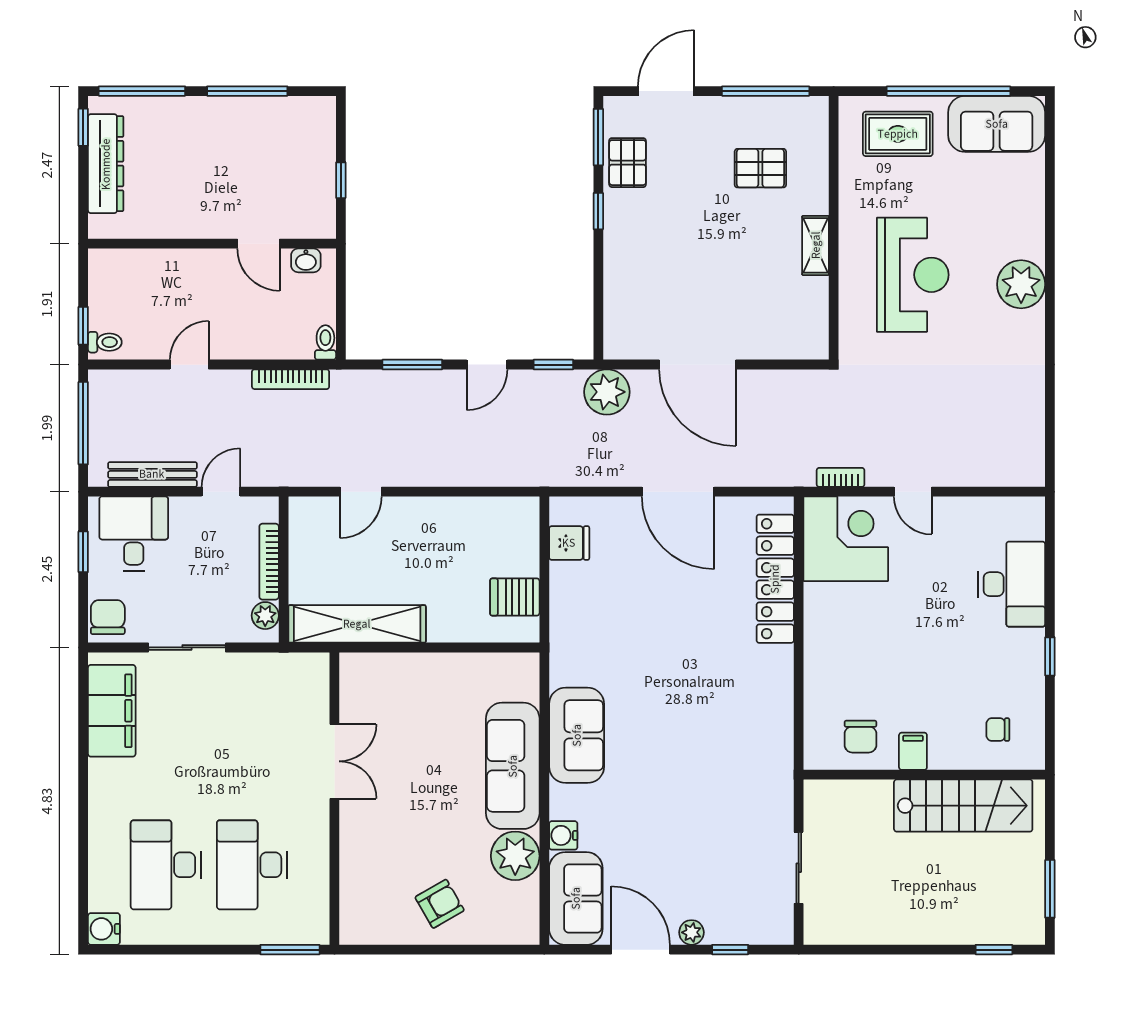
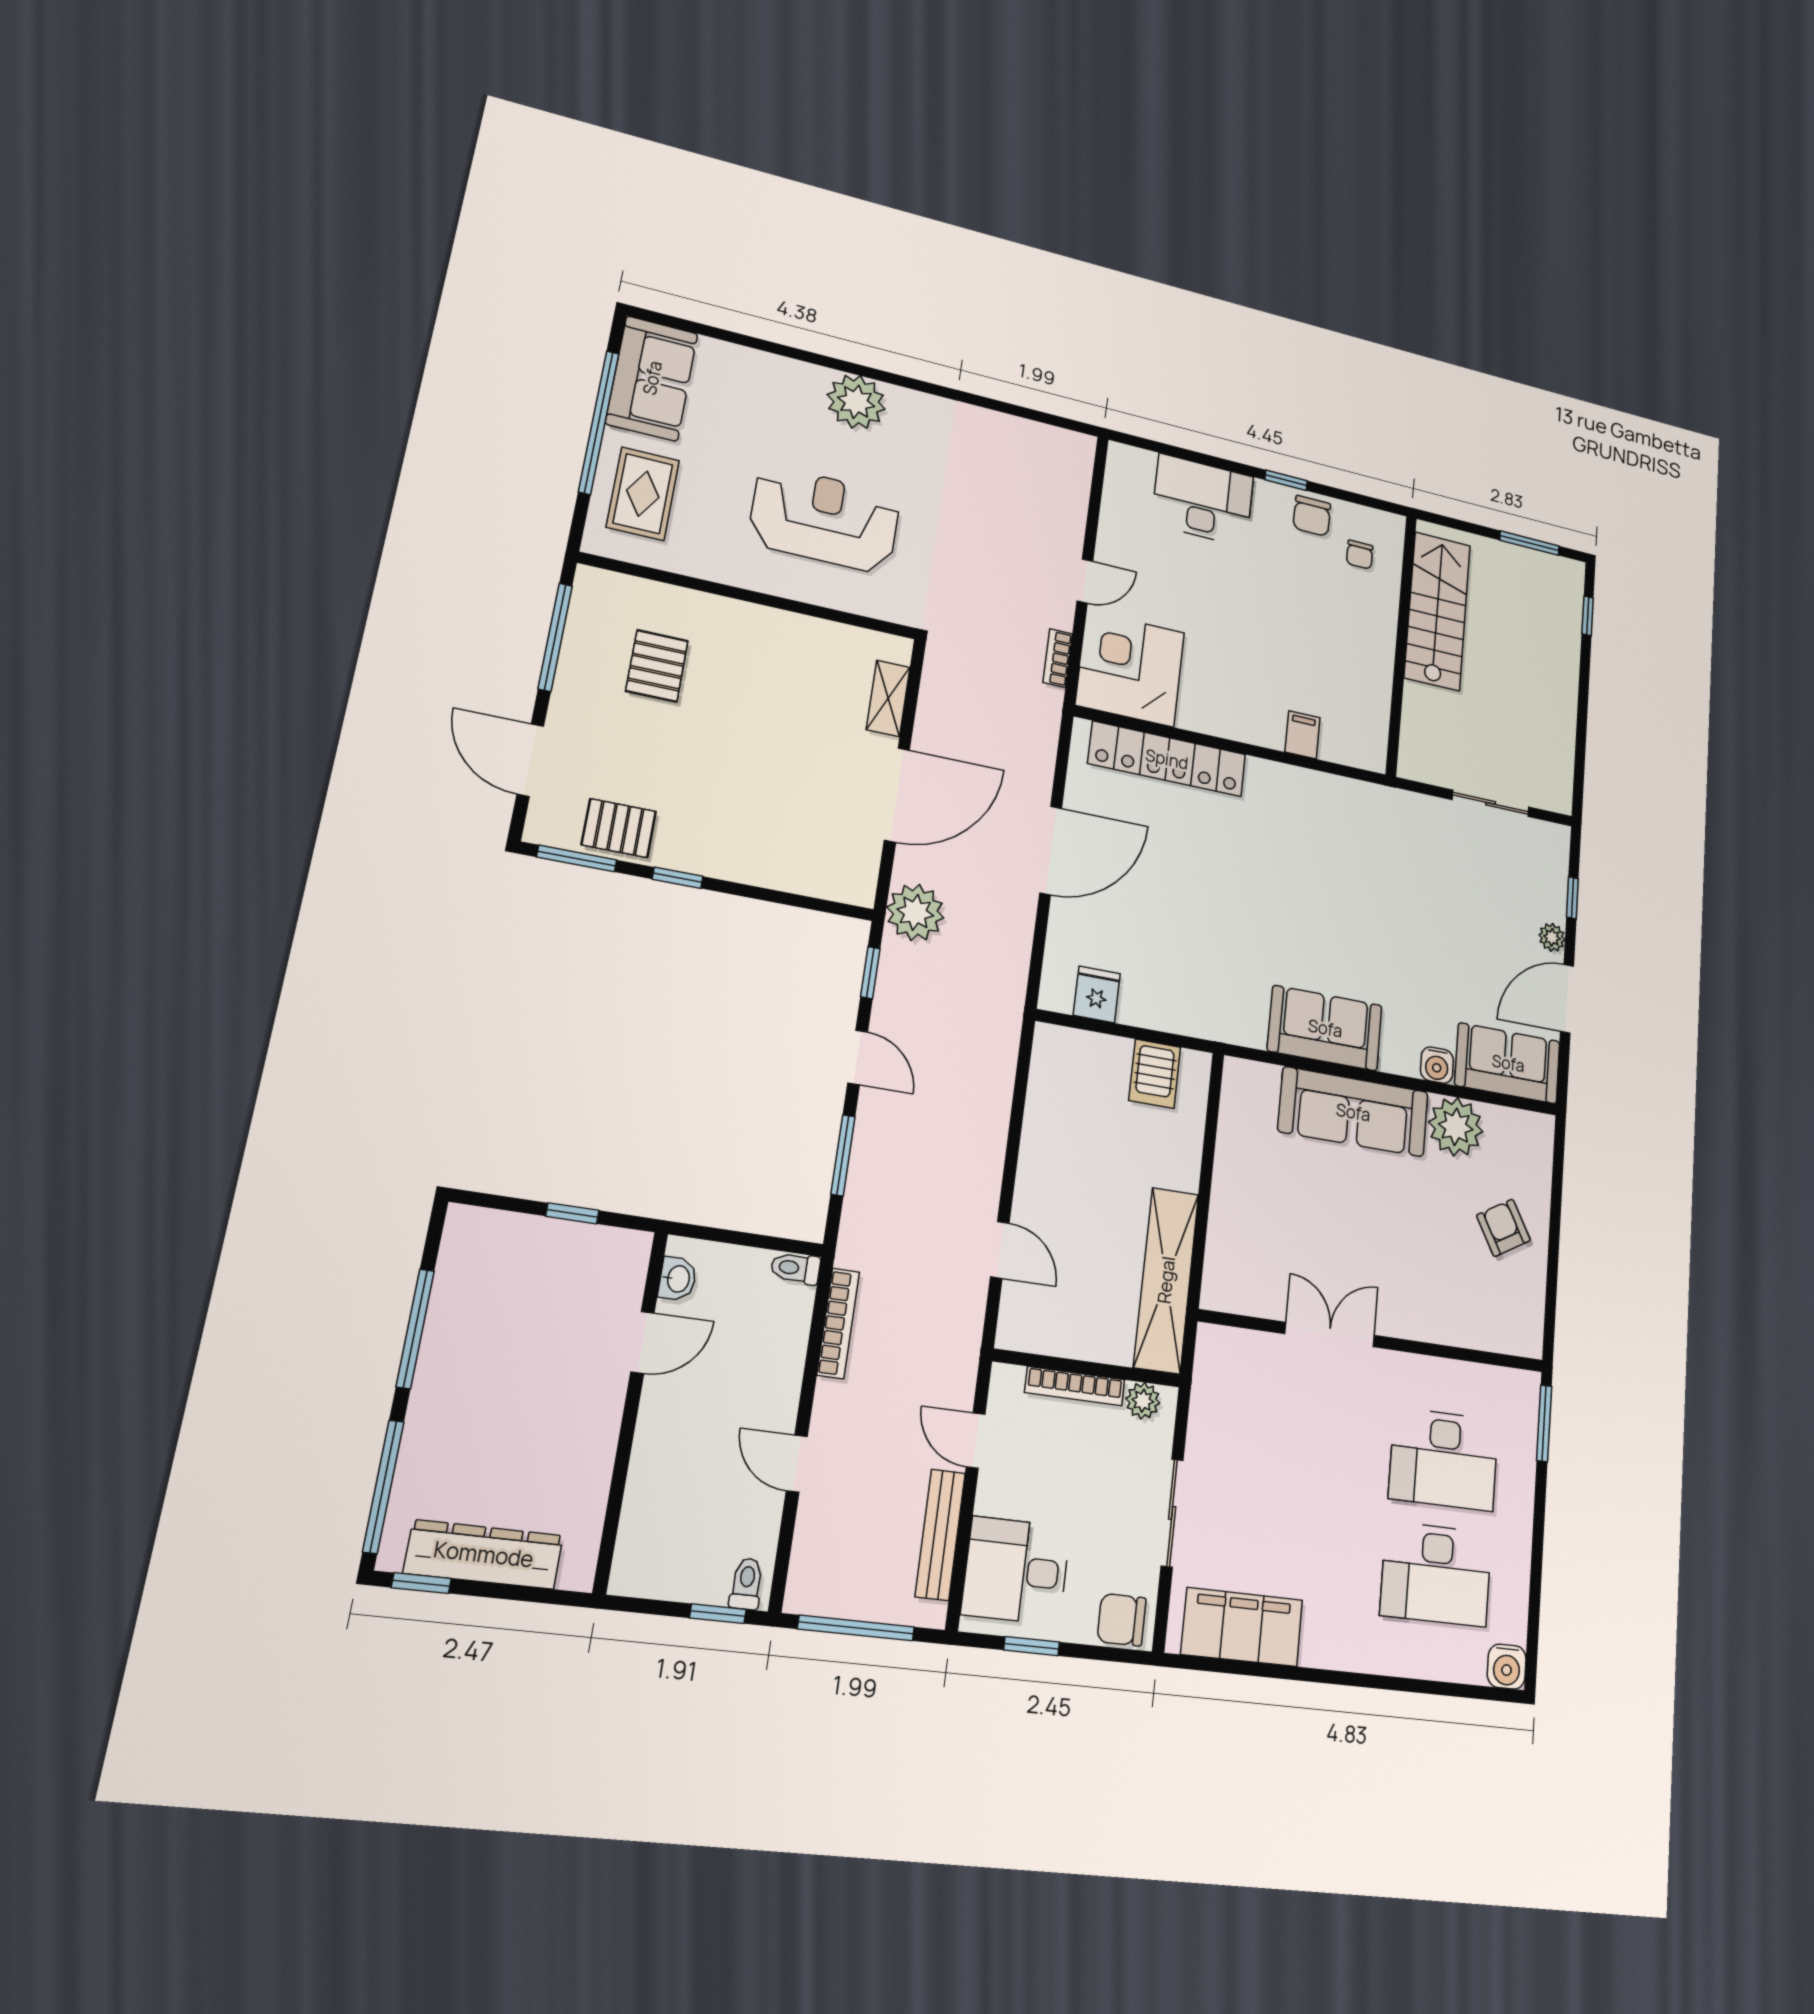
shelving: (816, 245) -> (888, 698), moved, turned 90
chair: (860, 737) -> (1312, 516), moved, turned 90
filing cabinet: (913, 751) -> (1303, 735), moved, turned 90

